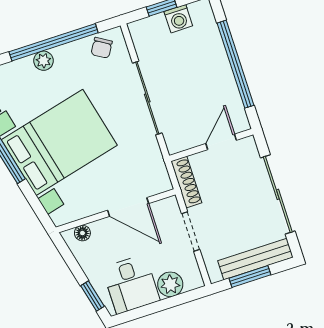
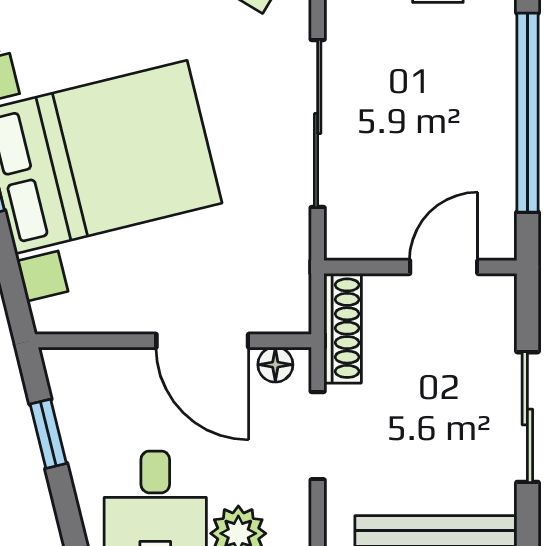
sliding door: (278, 194) -> (527, 417), width x0.73
floor lamp: (82, 233) -> (275, 365), moved
window: (92, 296) -> (48, 434), moved

